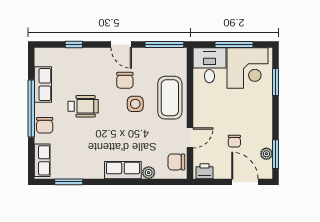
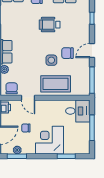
corner desk: (247, 68) -> (49, 140), moved, turned 90
wheelchair: (83, 106) -> (50, 25), turned 90

